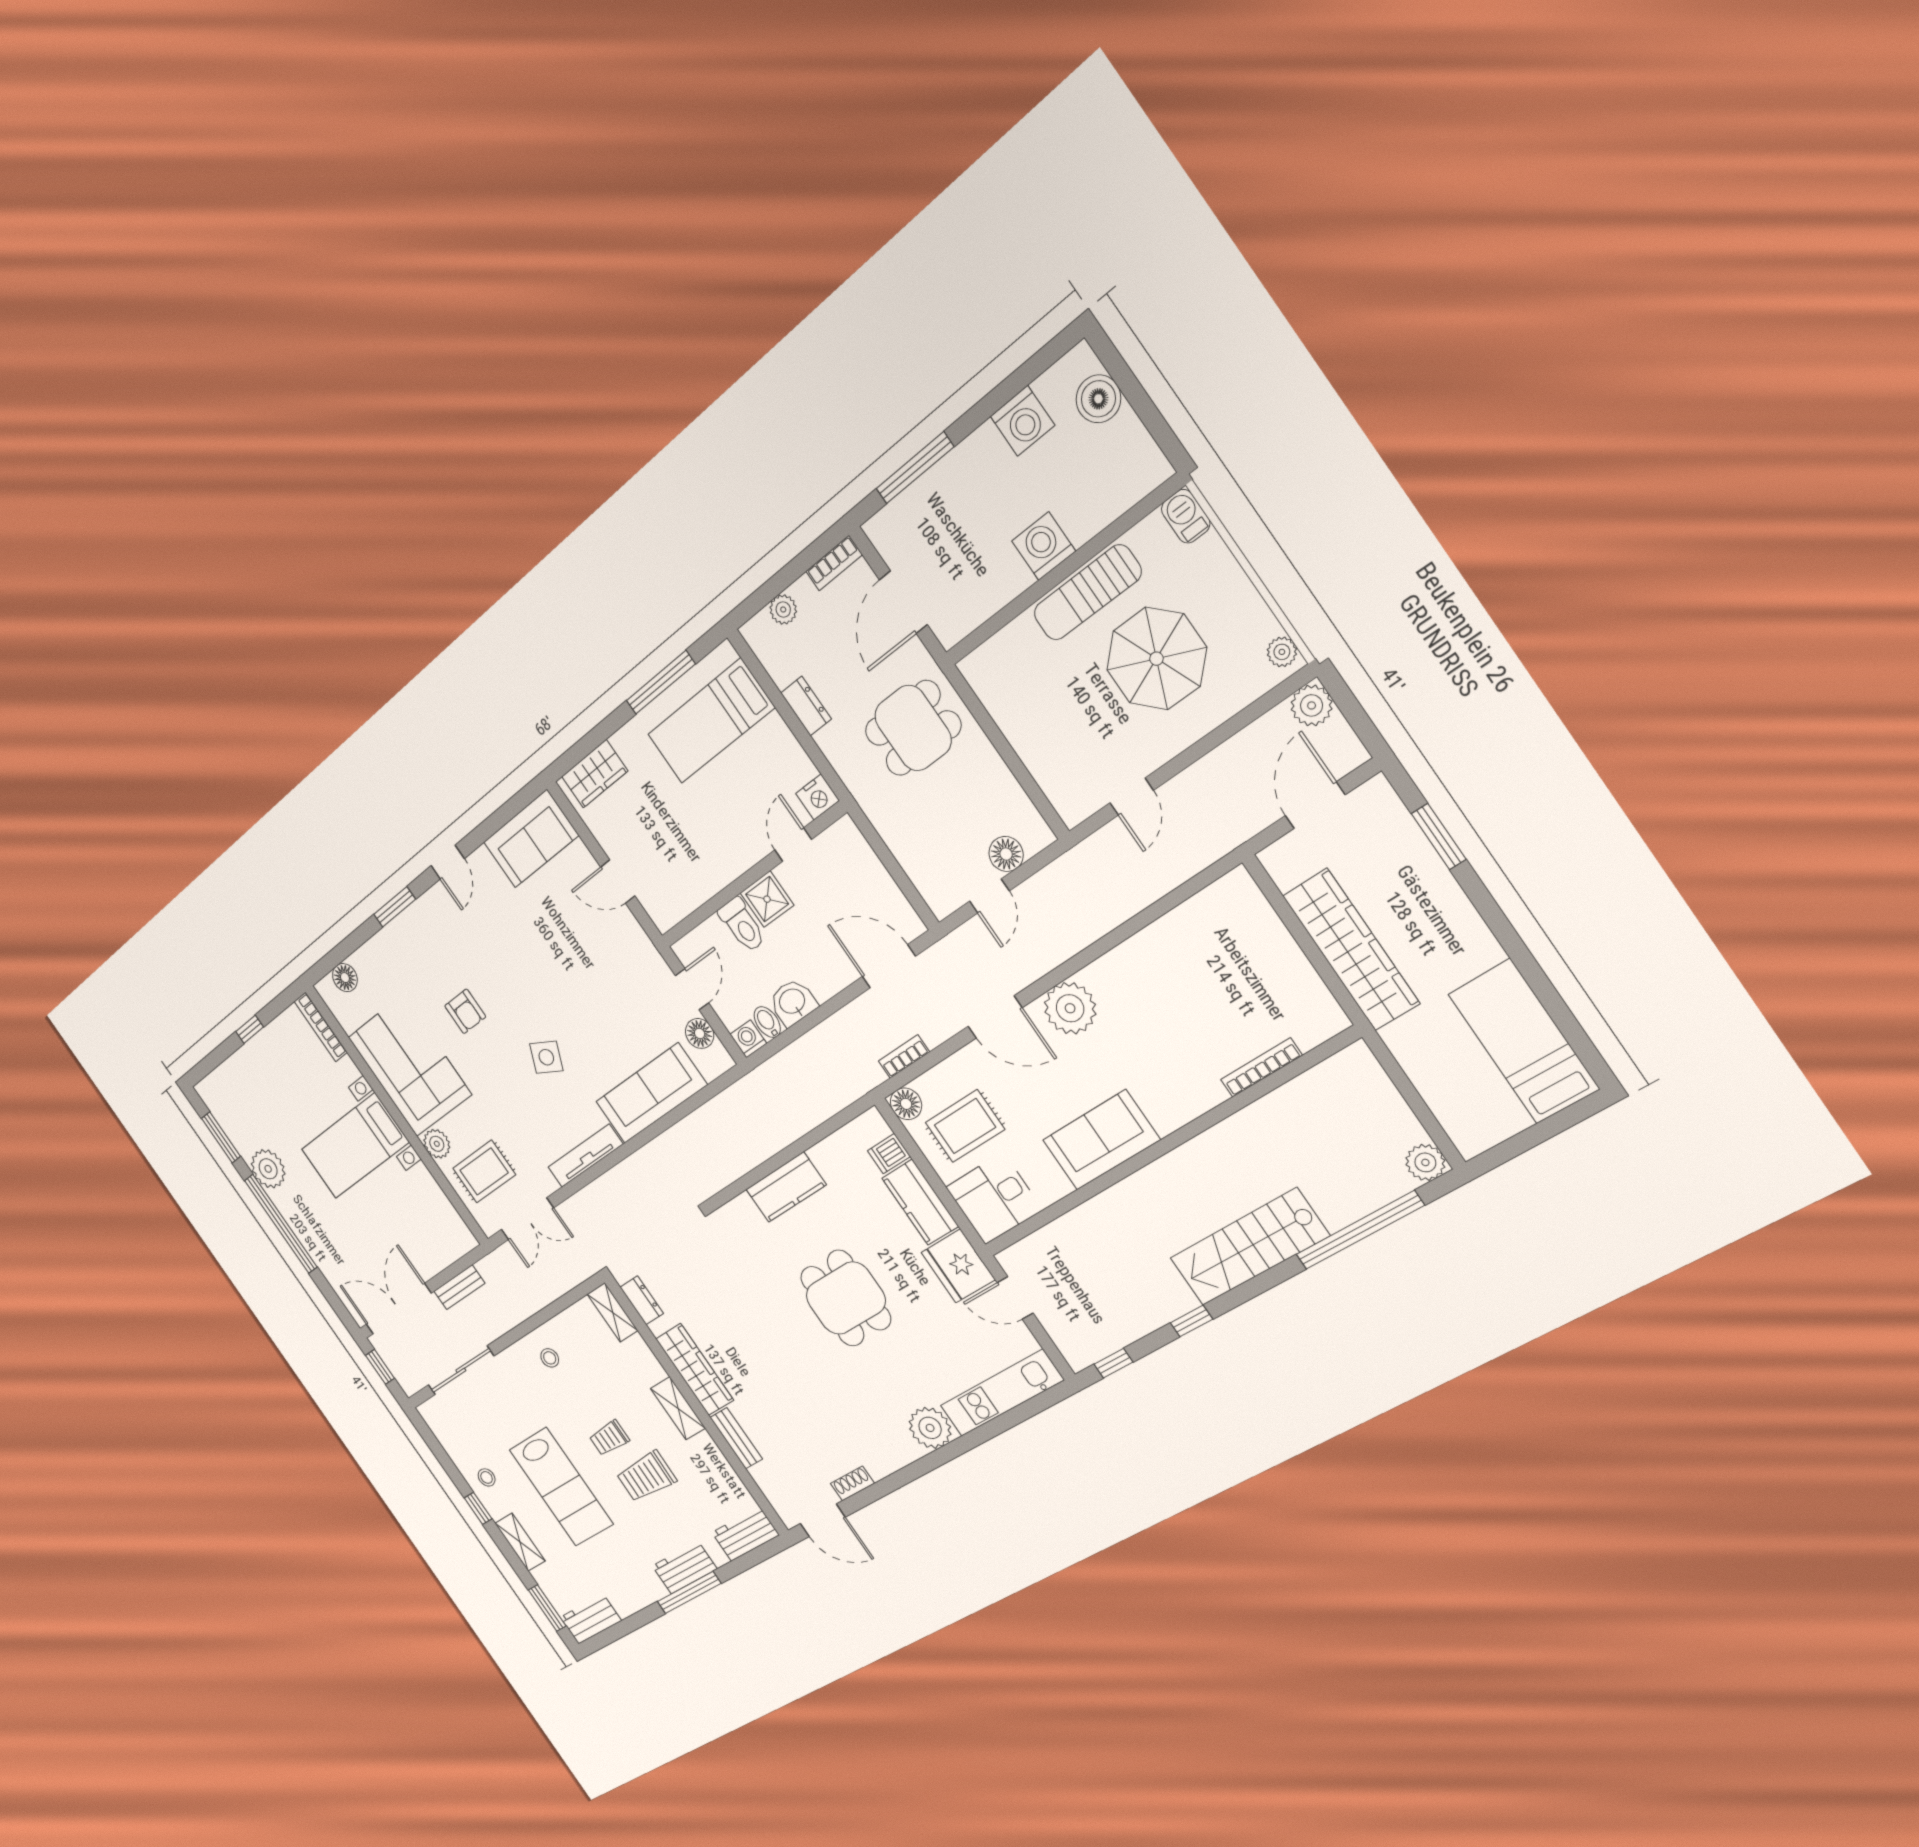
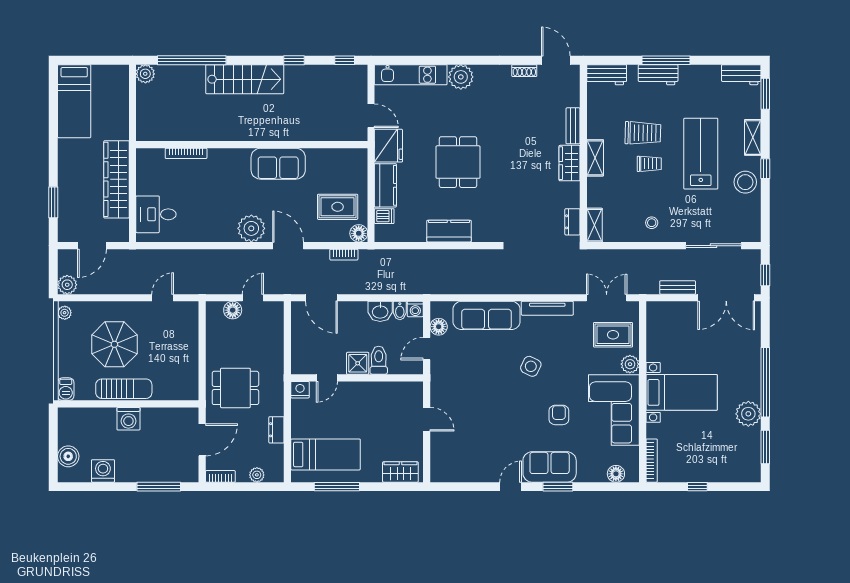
sofa: (531, 839) -> (550, 467), moved
desk: (994, 1198) -> (156, 214), moved, turned 180
wardrobe: (695, 1369) -> (570, 163), width x0.67
stool: (487, 1477) -> (745, 182), width x1.89, depth x1.89

